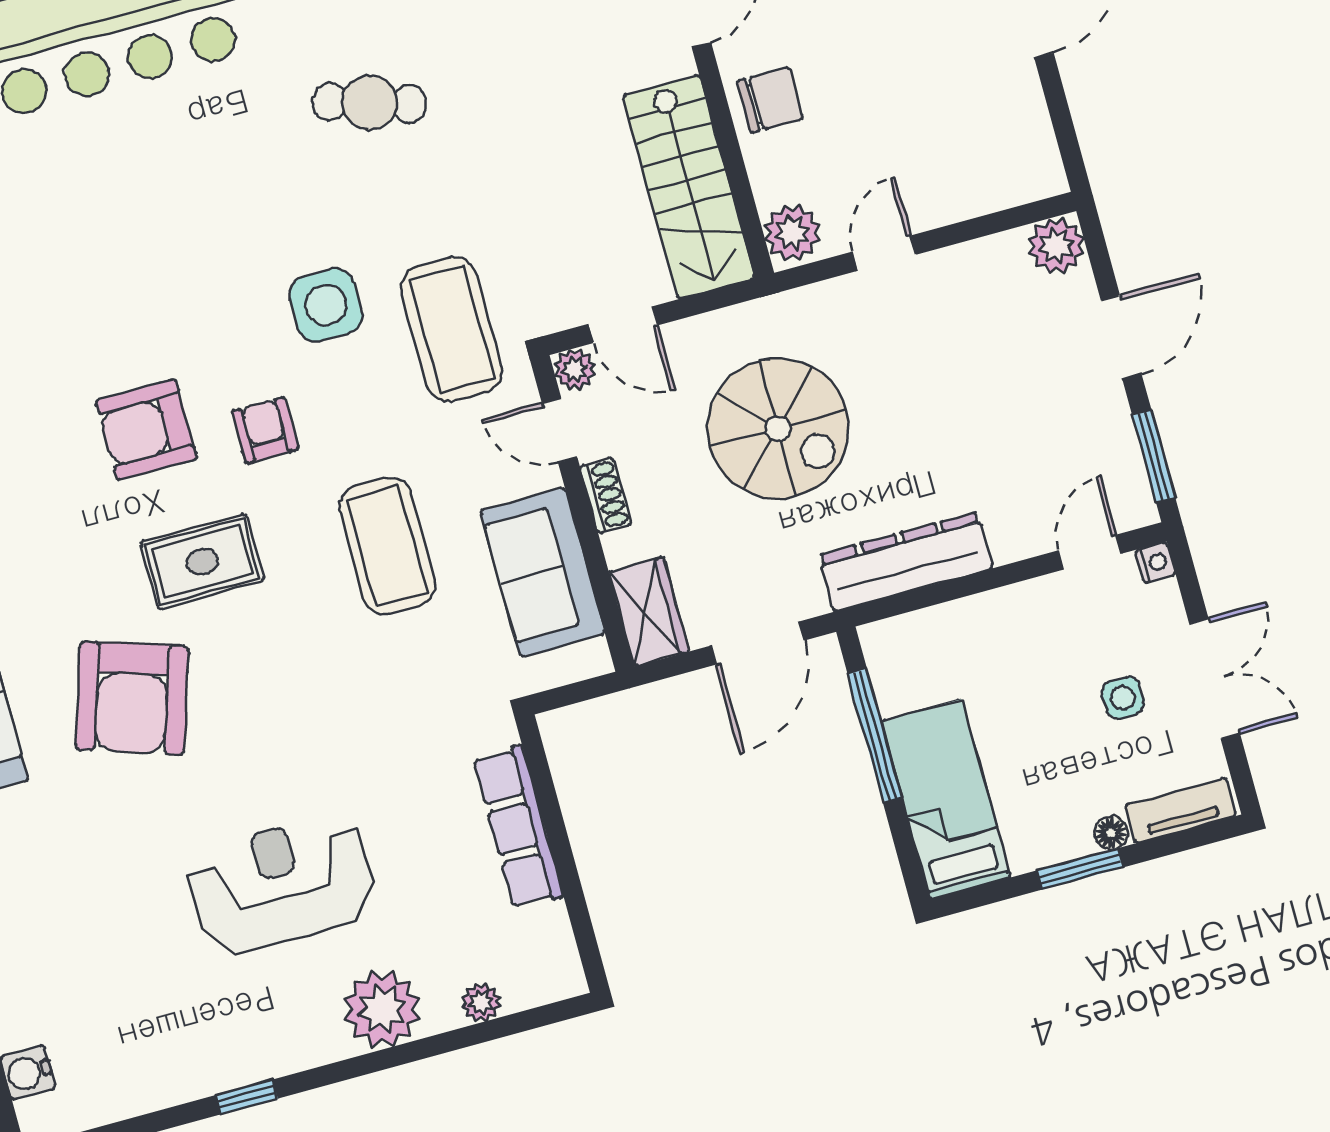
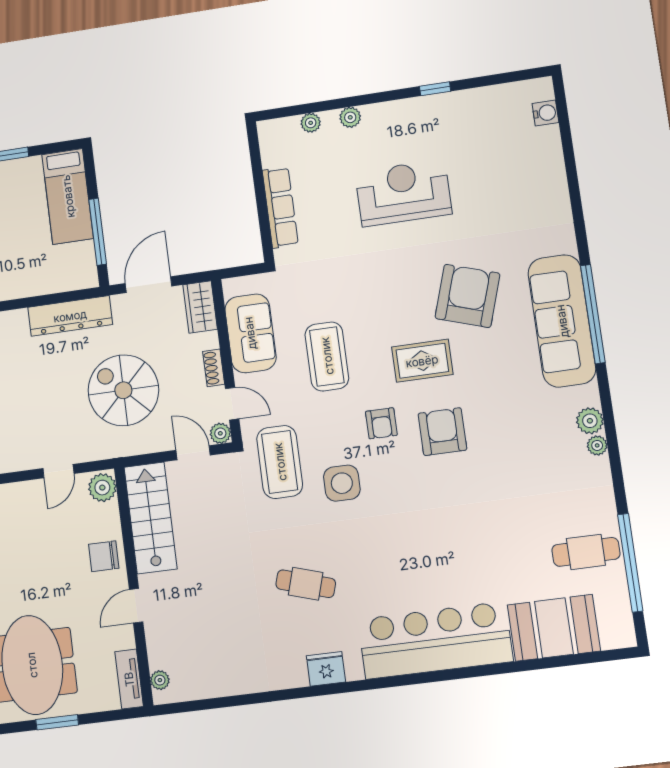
armchair: (146, 430) -> (442, 432), turned -90
reception desk: (281, 884) -> (403, 193), turned 180
plant: (382, 1009) -> (350, 117), width x0.53, depth x0.53

